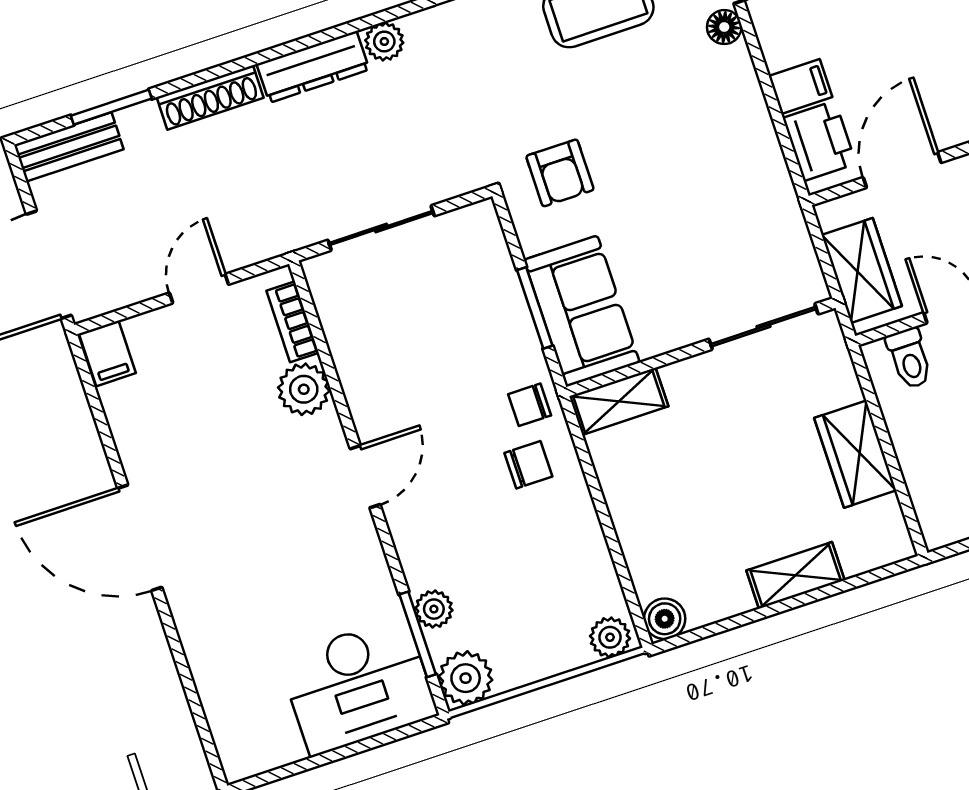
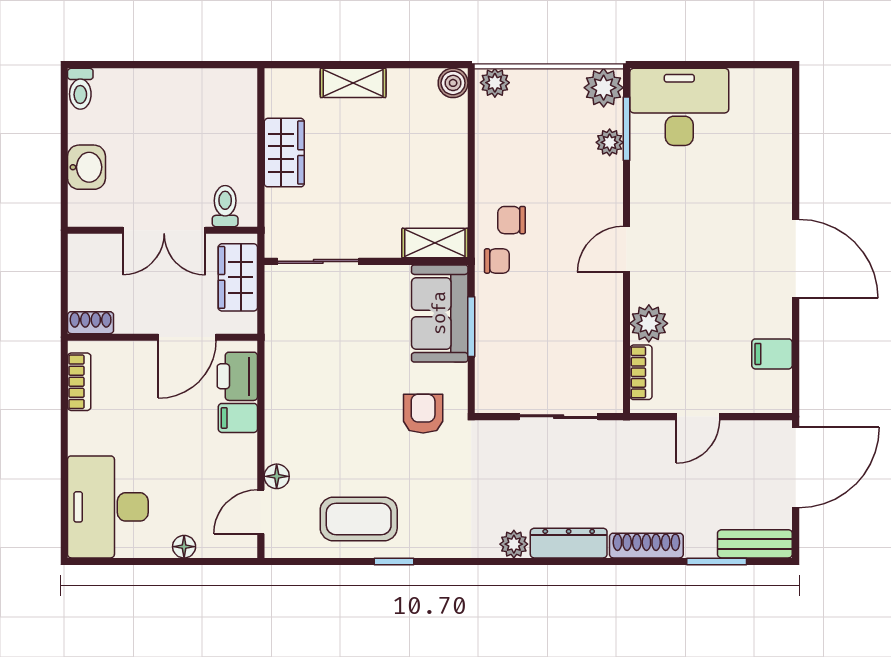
filing cabinet: (107, 353) -> (772, 354), moved, turned -90

